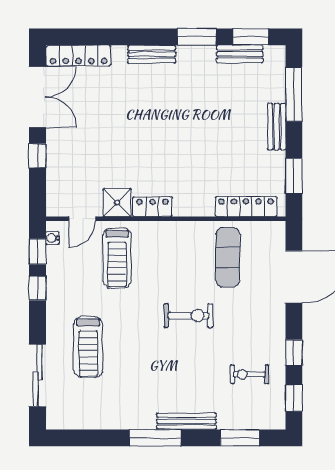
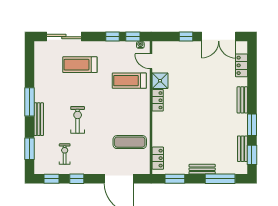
locker: (78, 56) -> (242, 65), width x0.66
locker: (246, 206) -> (158, 158), width x0.66
exercise bike: (188, 316) -> (78, 120), moved, turned 180

